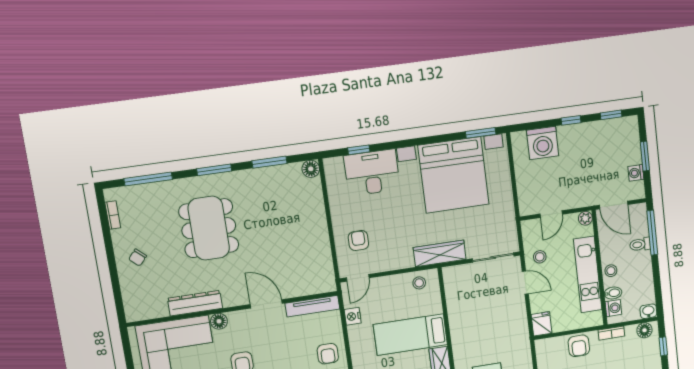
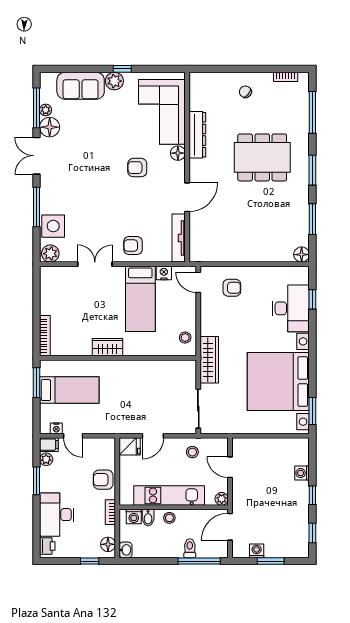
washing machine: (543, 143) -> (302, 473), width x0.53, depth x0.53
door: (525, 283) -> (153, 436), moved
bed: (410, 335) -> (140, 299), moved, turned 180

